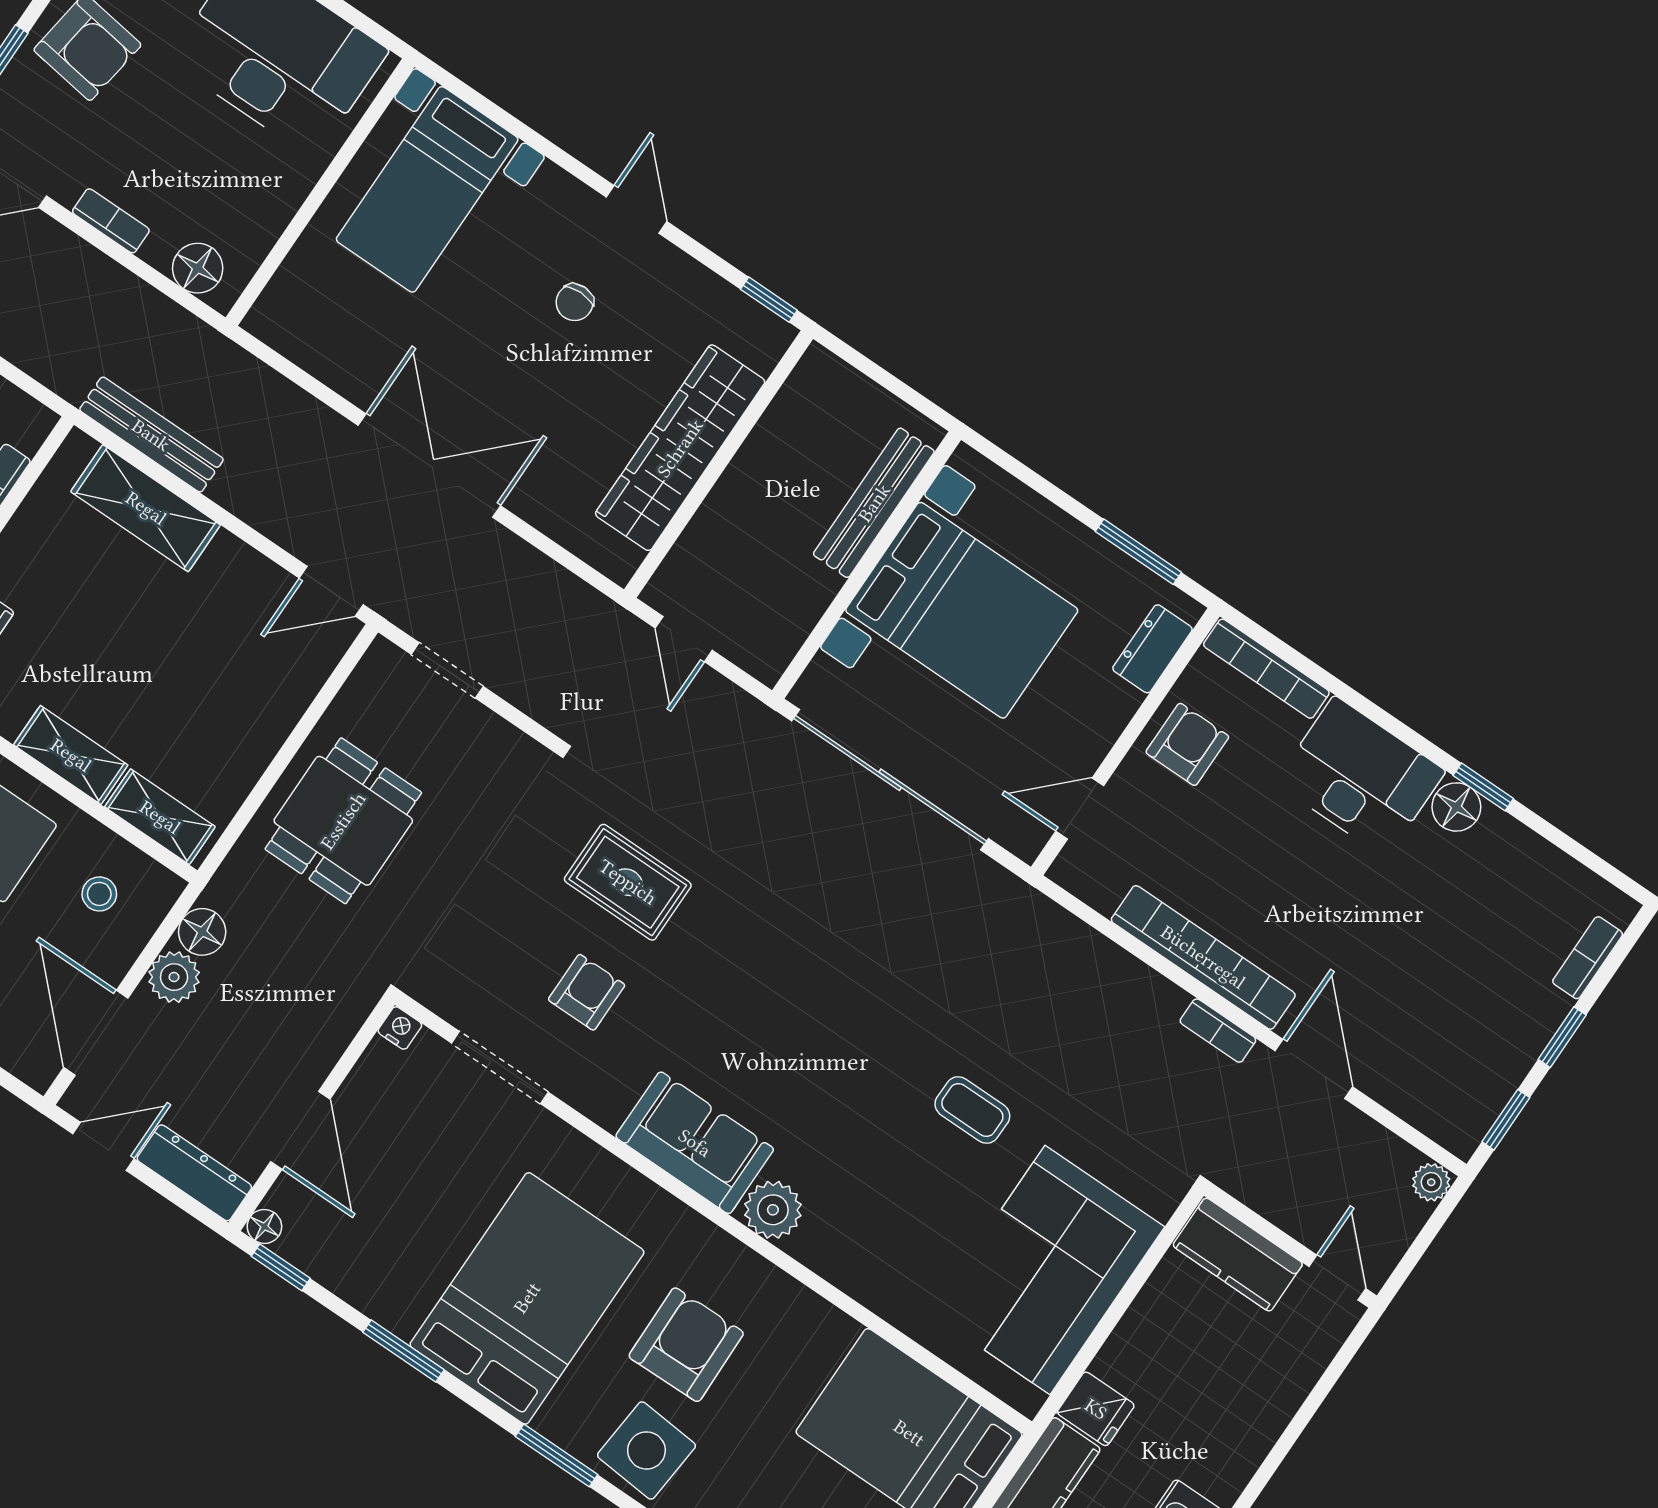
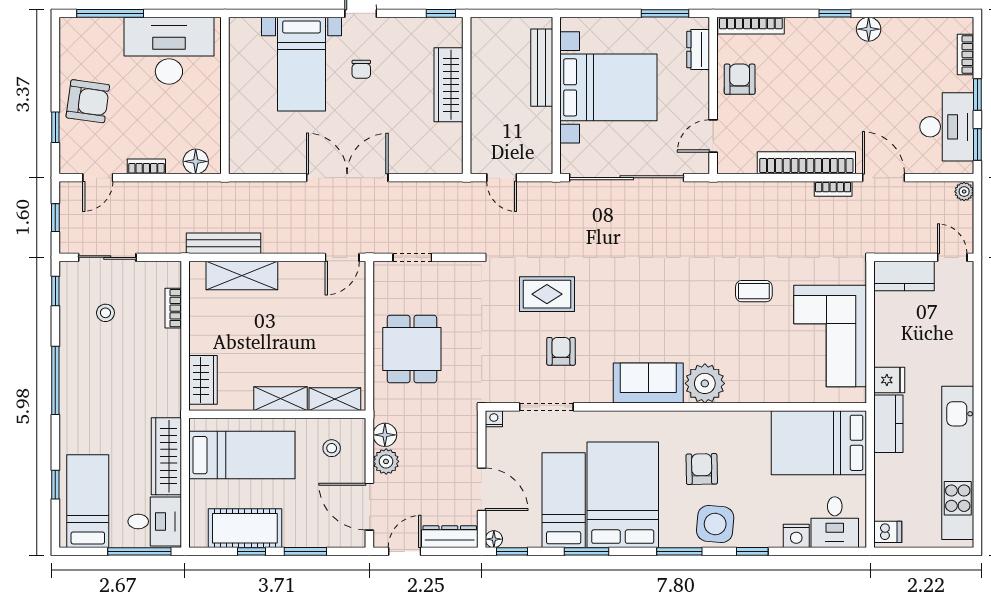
bed with nightstands: (427, 189) -> (302, 64), moved
wardrobe: (680, 448) -> (448, 85), width x0.71, depth x0.85
desk: (1360, 777) -> (947, 127), moved, turned 90
window: (1483, 787) -> (835, 13), moved
plant: (773, 1210) -> (705, 383), width x1.36, depth x1.36
bed: (423, 1241) -> (564, 500), added
armchair: (686, 1345) -> (702, 469), width x0.72, depth x0.72

